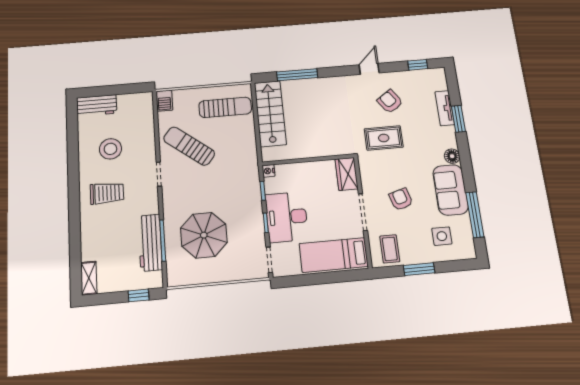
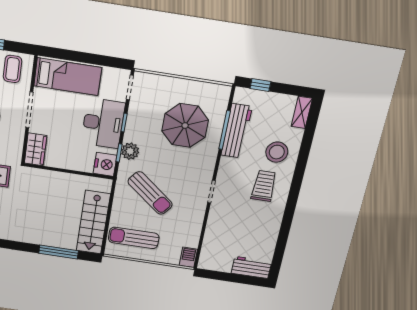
sun lounger: (189, 146) -> (150, 193), moved
stool: (110, 149) -> (277, 152), moved
nightstand: (268, 171) -> (105, 164), width x1.89, depth x1.79
trolley: (107, 193) -> (264, 186), turned 90
plant: (252, 195) -> (130, 151), added

